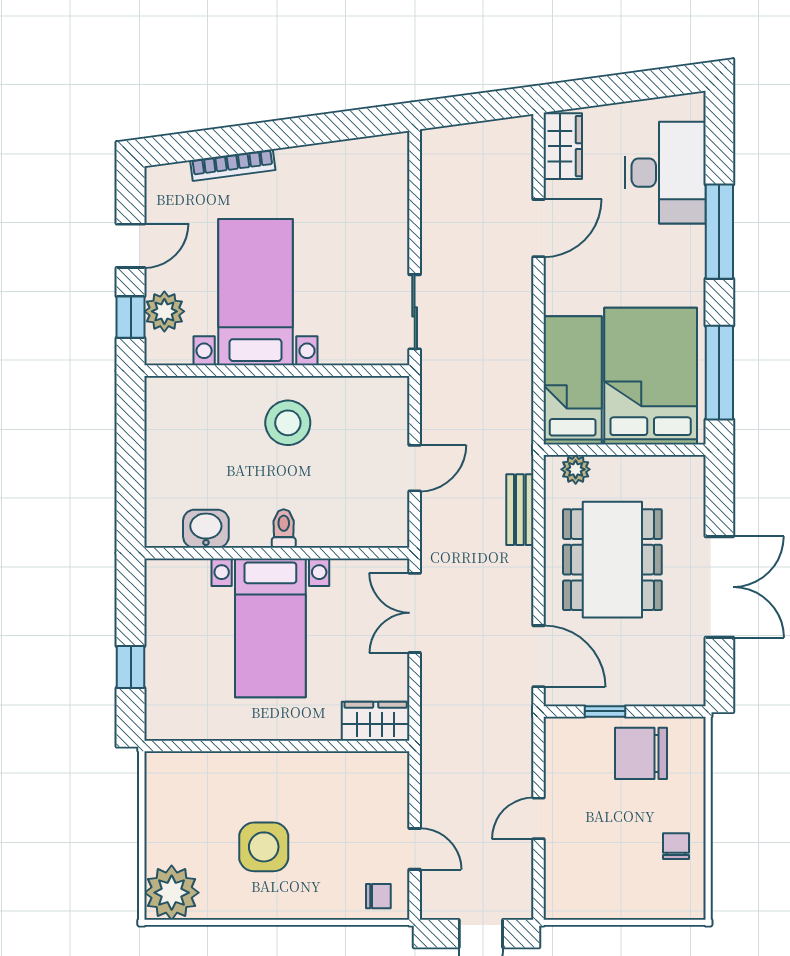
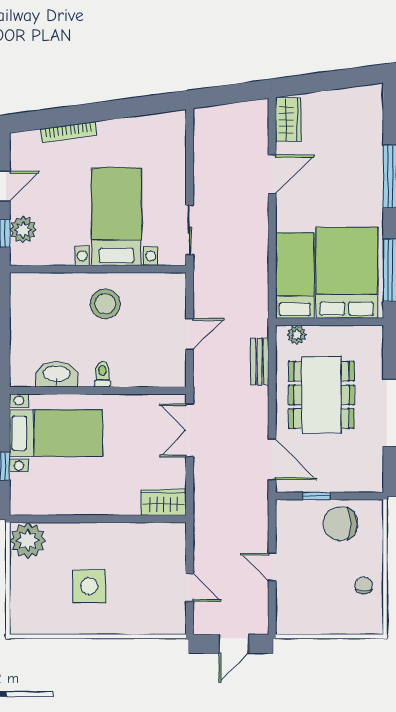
desk: (665, 173) -> (357, 137), removed
bed with nightstands: (256, 292) -> (116, 217), moved
washbasin: (206, 529) -> (57, 374), width x1.38
bed with nightstands: (270, 628) -> (56, 433), moved, turned -90
door: (539, 818) -> (272, 567), hinge flipped
plant: (172, 893) -> (28, 540), moved
chair: (378, 896) -> (166, 619), removed

